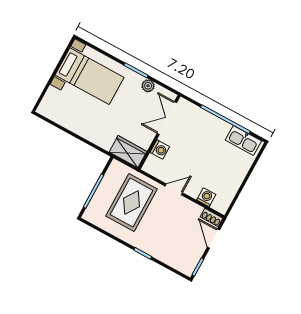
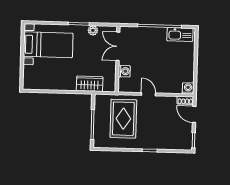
wardrobe: (128, 152) -> (90, 84), moved
door: (174, 189) -> (148, 94), hinge flipped
washing machine: (206, 197) -> (188, 88), moved

